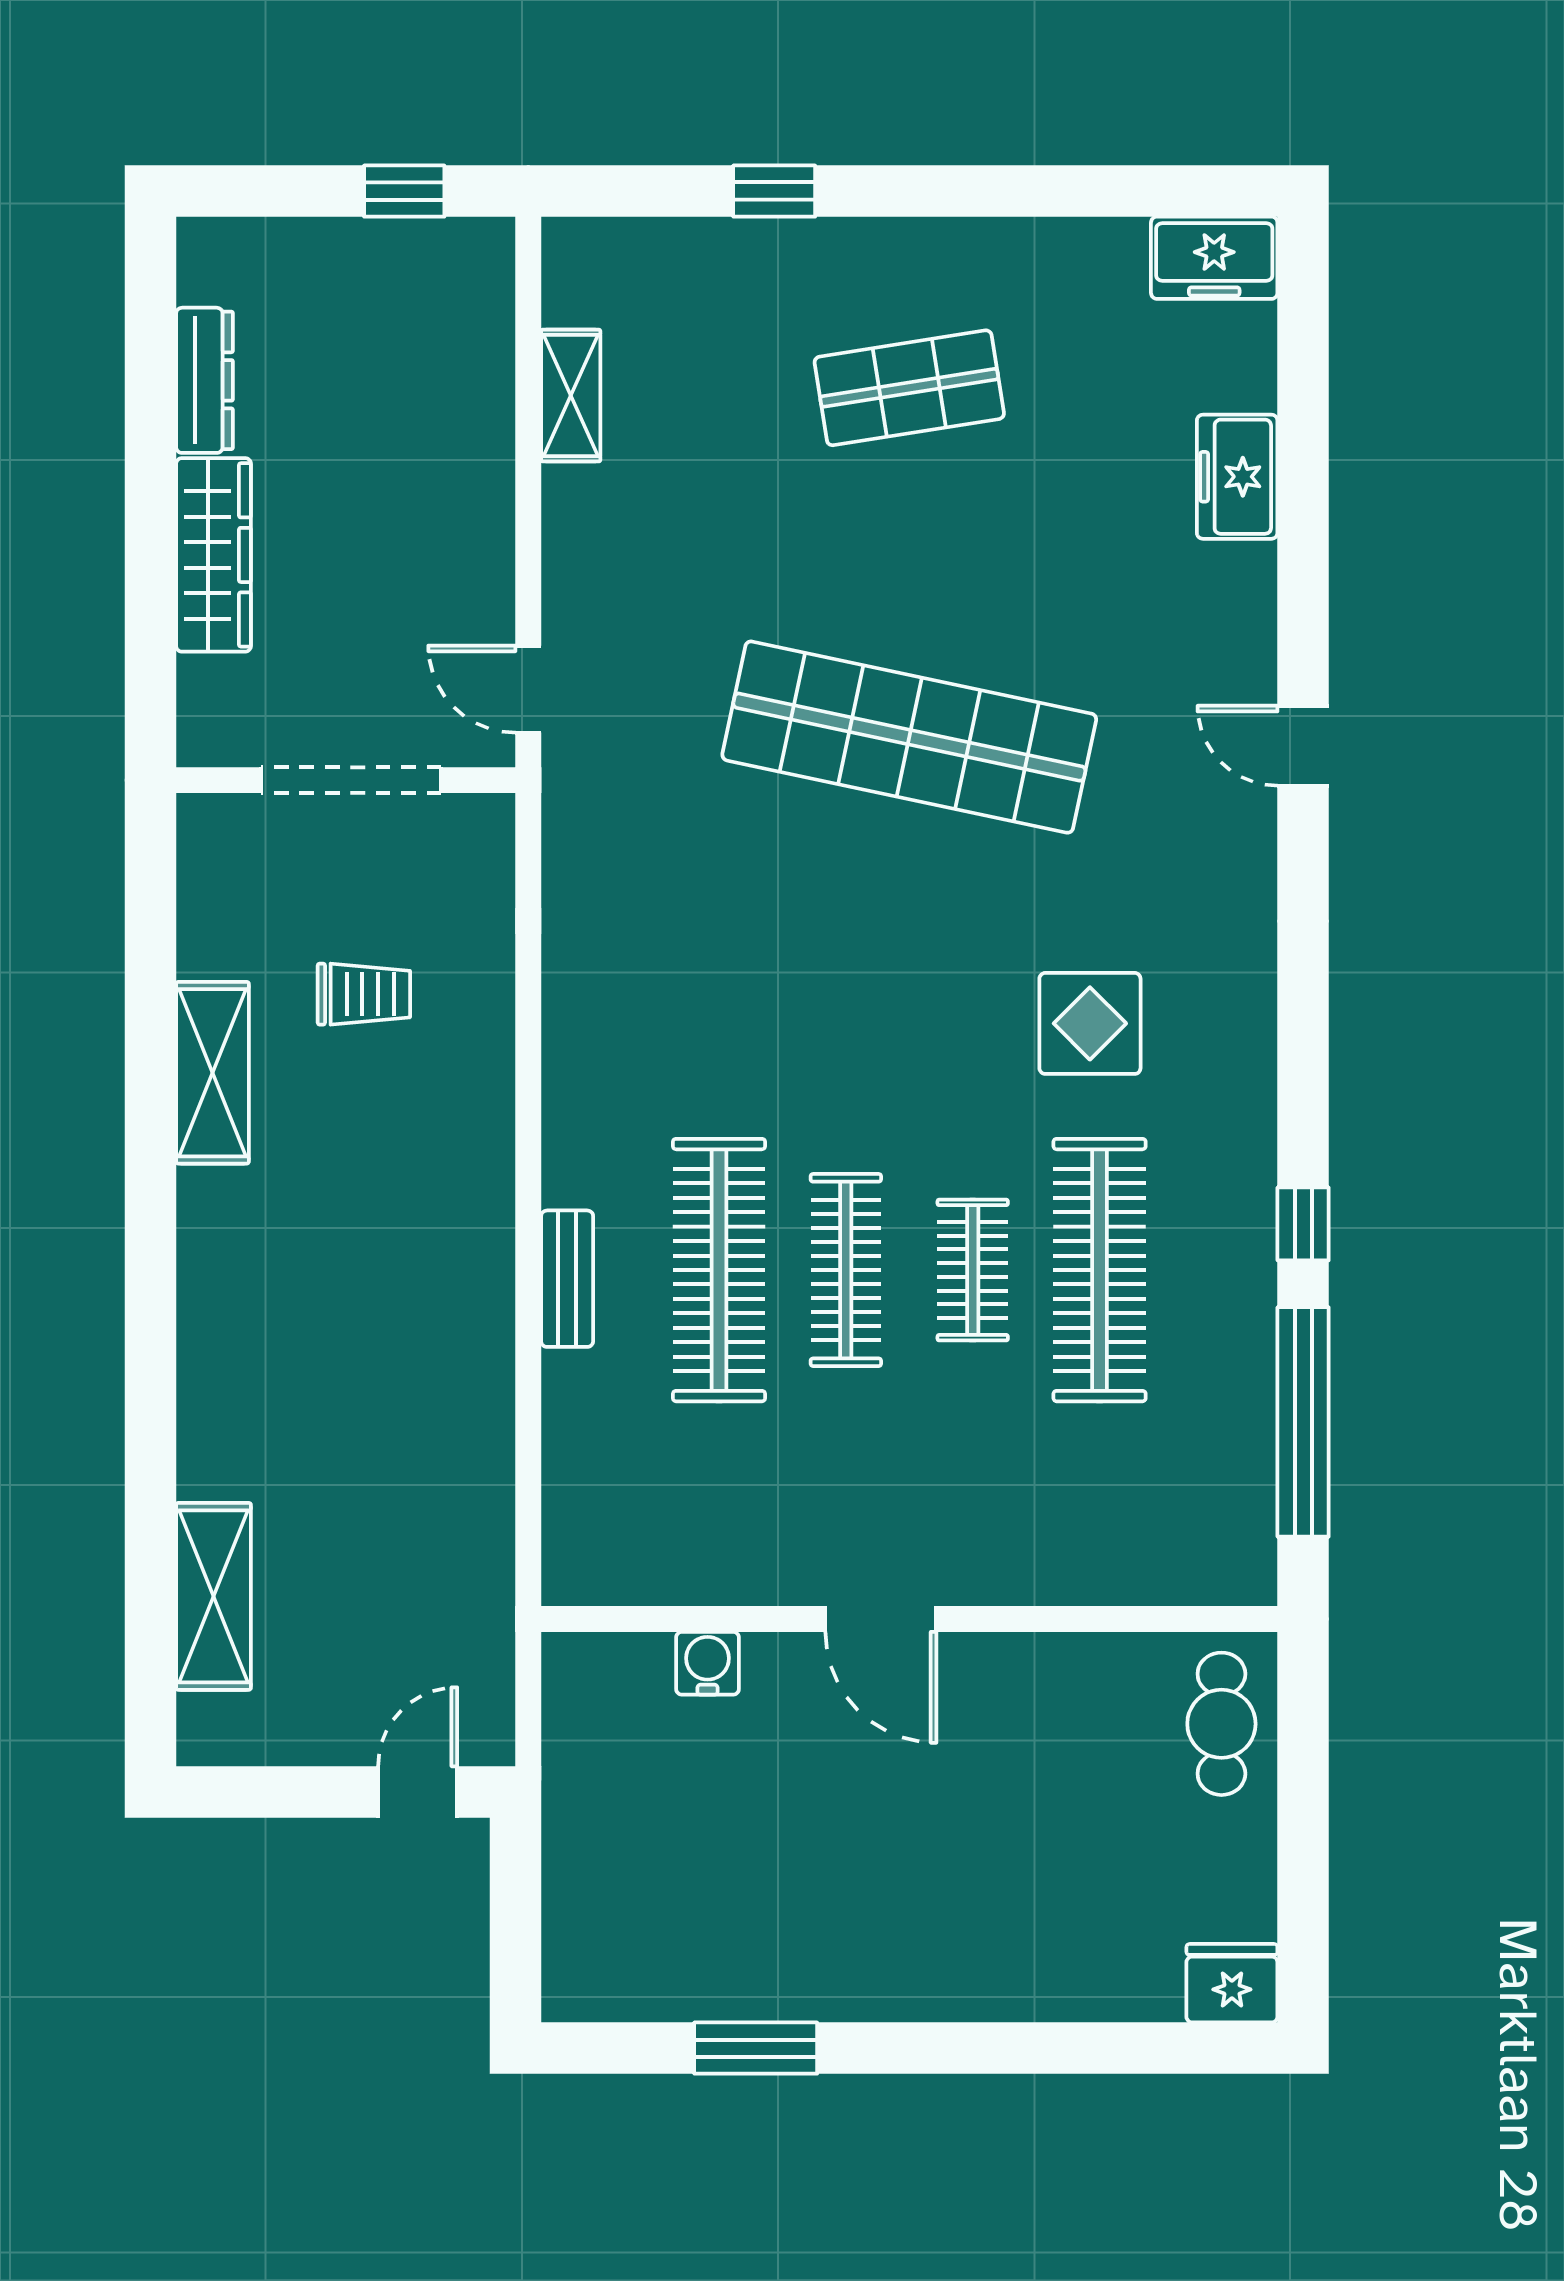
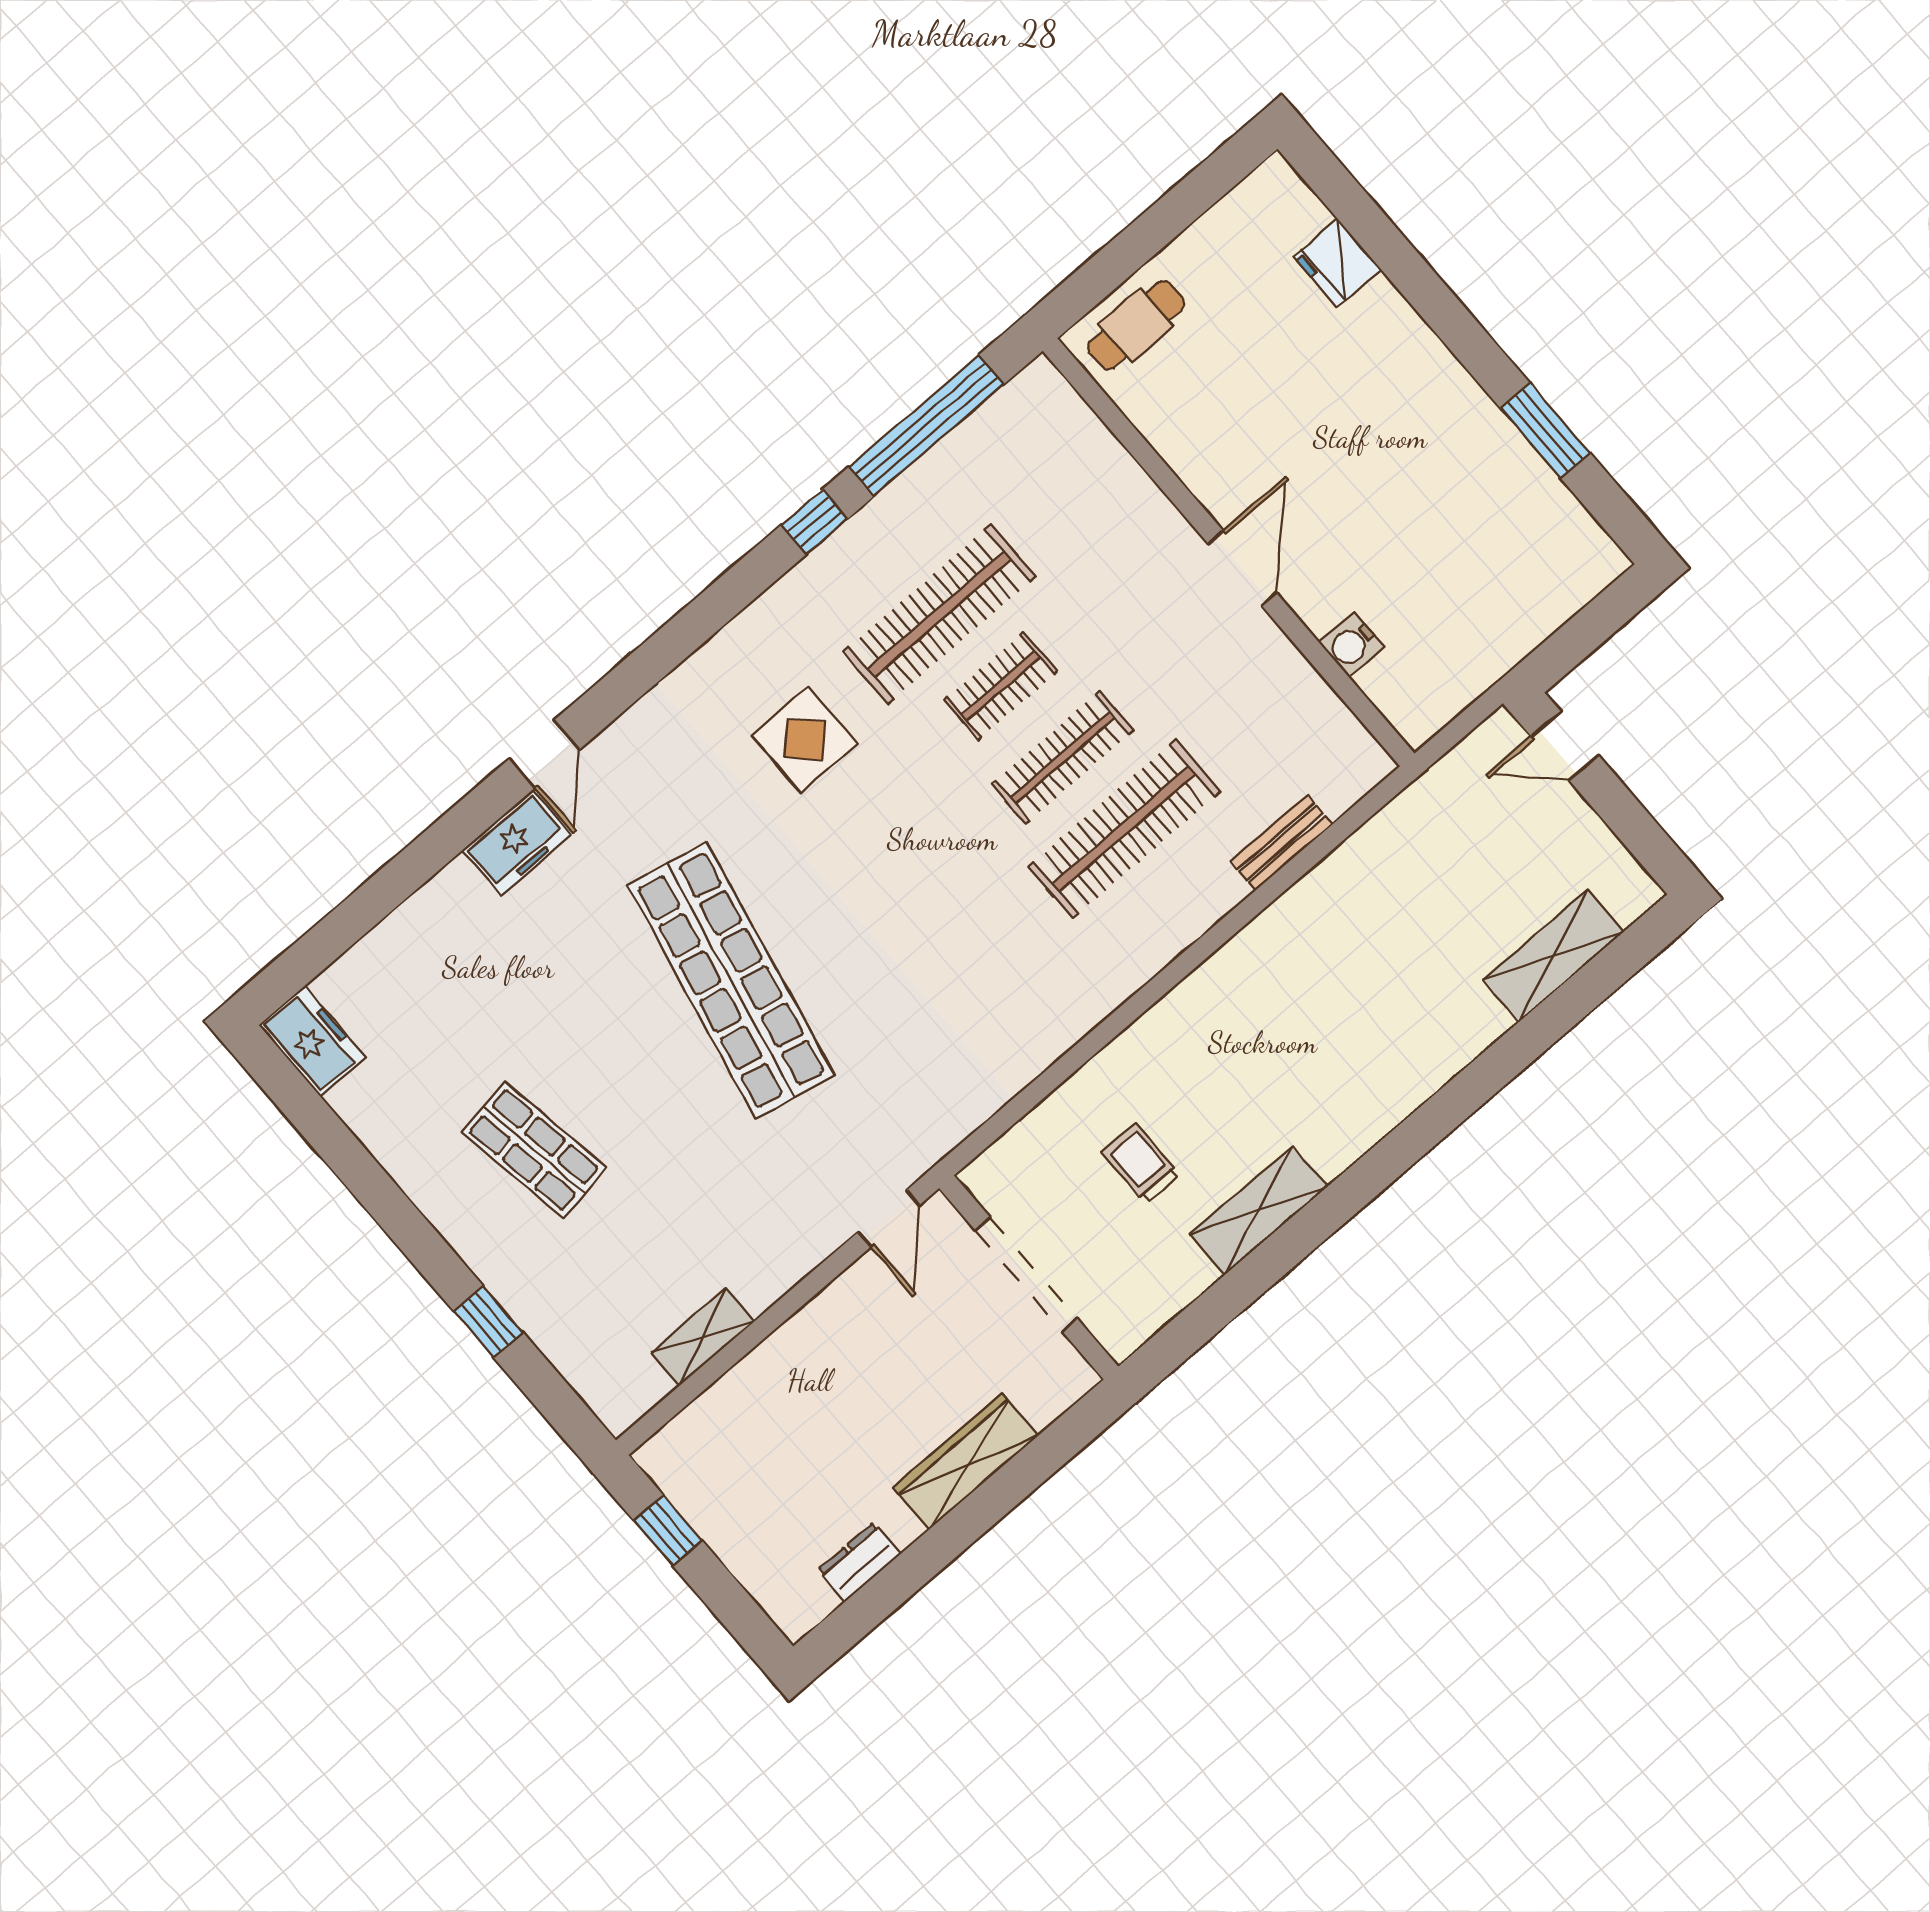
dresser: (204, 380) -> (859, 1562), width x0.70
freezer: (1237, 477) -> (517, 842), moved
bench: (567, 1279) -> (1281, 843), moved
fridge: (1232, 1983) -> (1337, 263), moved

